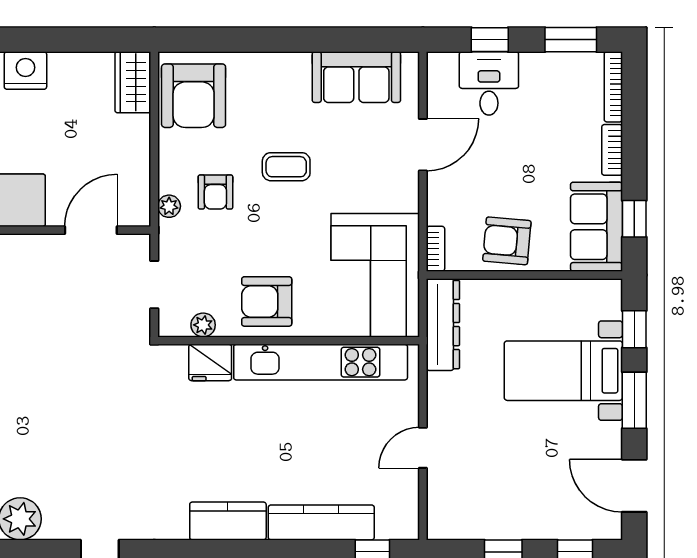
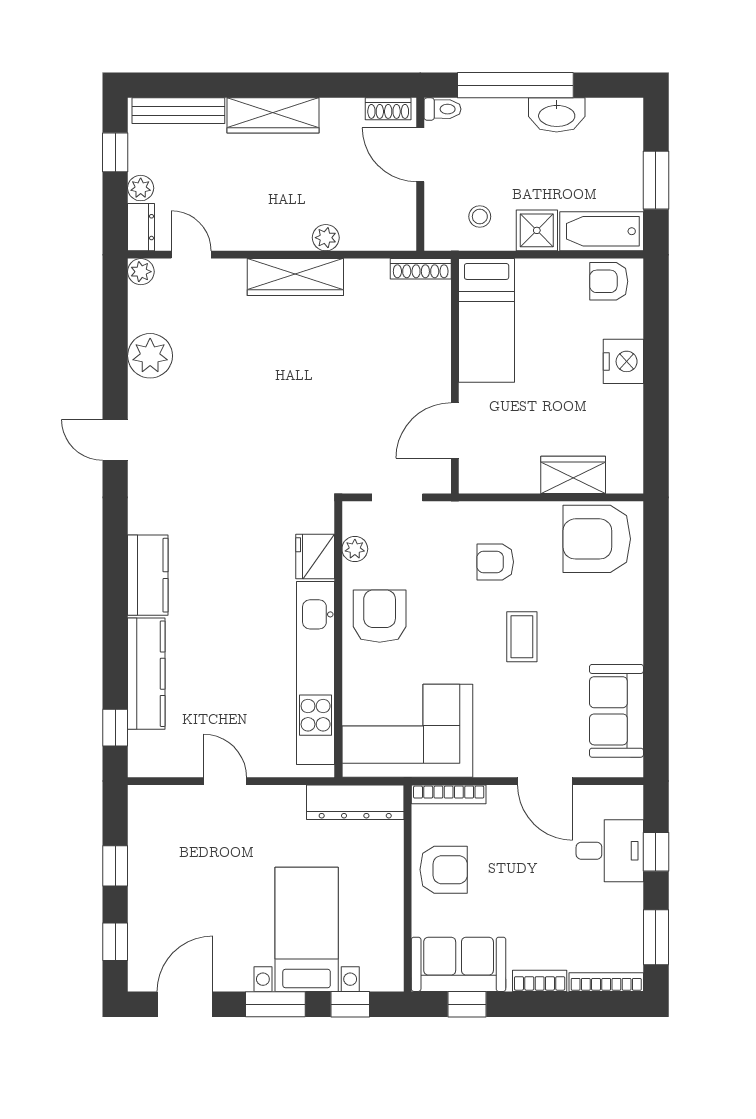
wardrobe: (133, 82) -> (573, 475), moved
plant: (169, 206) -> (480, 513), removed
door: (91, 230) -> (455, 431), swing flipped
armchair: (507, 241) -> (444, 870), turned 85
bookcase: (435, 249) -> (449, 794), width x1.56

